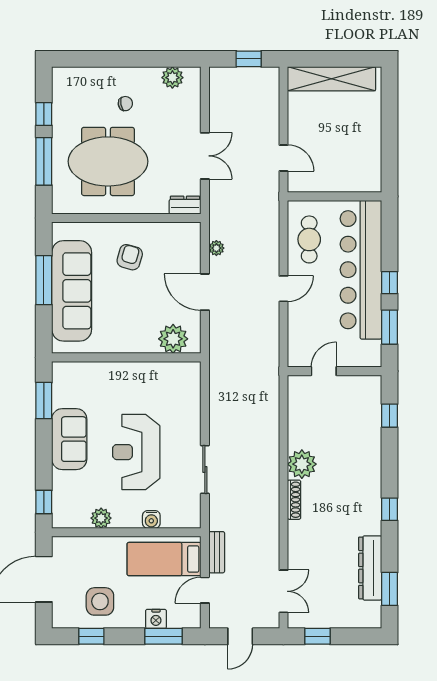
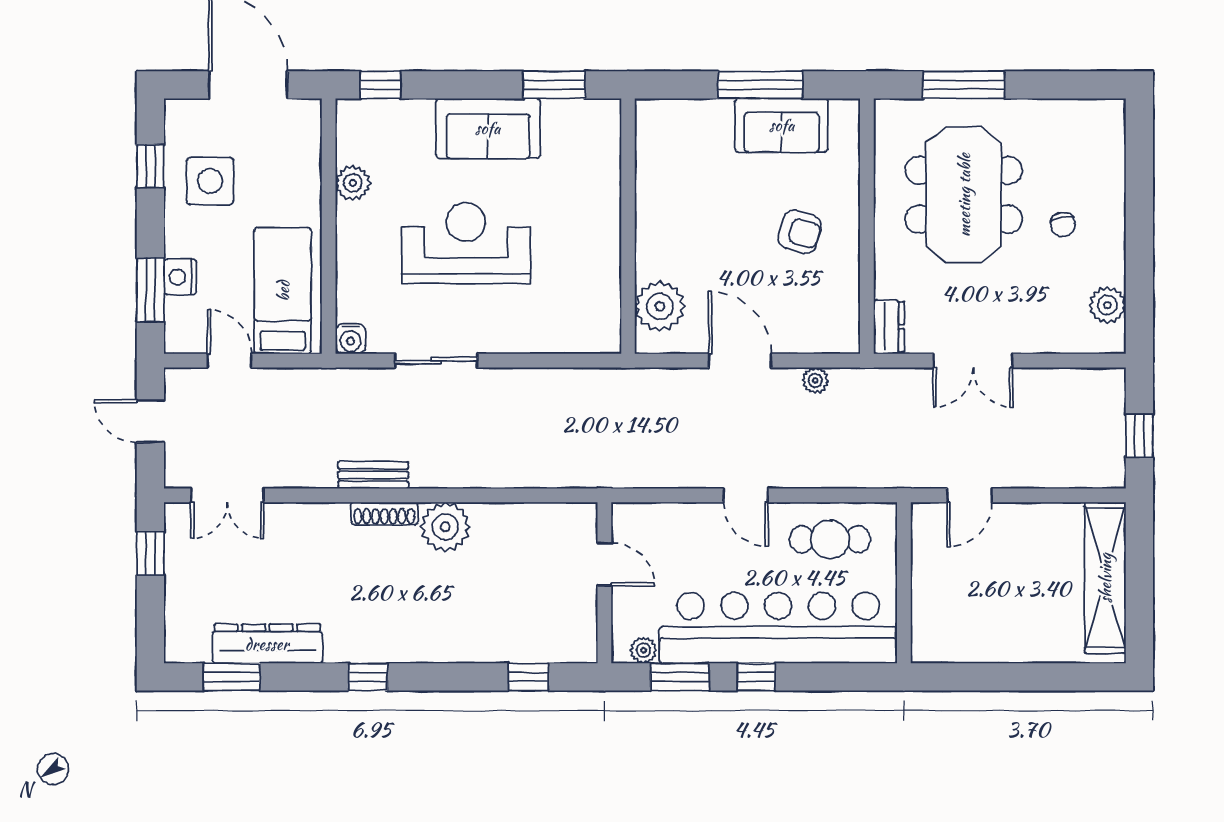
window: (44, 114) -> (1045, 85), removed
sofa: (72, 291) -> (782, 125), width x0.54, depth x0.79
door: (205, 292) -> (740, 361), hinge flipped
plant: (374, 348) -> (643, 650), added
water cooler: (151, 519) -> (351, 339), moved, turned -90
bench: (217, 552) -> (373, 475), moved

